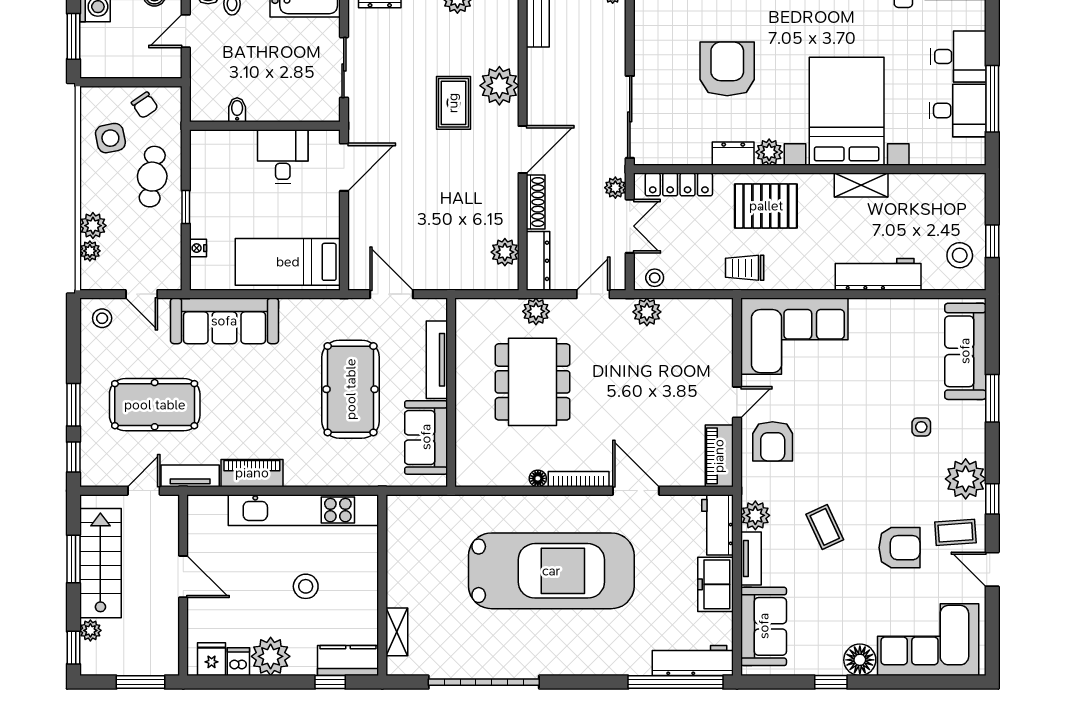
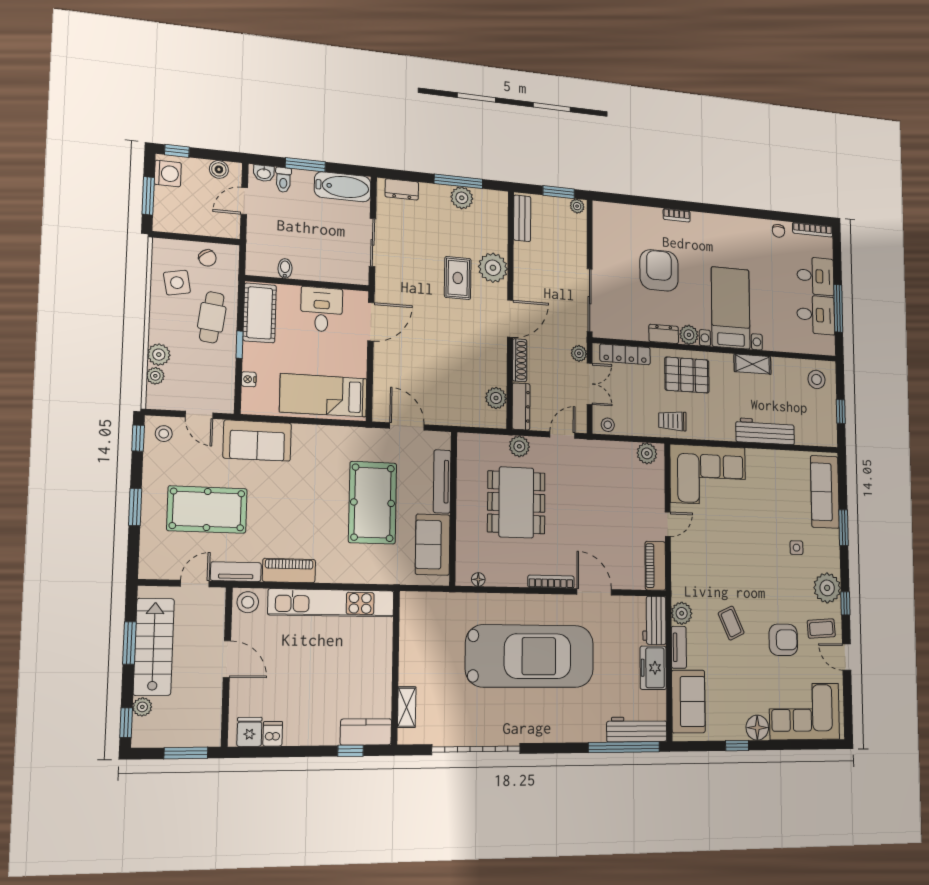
bed with nightstands: (847, 111) -> (731, 308), width x0.73
cot: (208, 167) -> (260, 313), added
stool: (960, 255) -> (817, 379), moved
plant: (647, 312) -> (647, 453), moved
sofa: (224, 321) -> (257, 441), width x0.73
armchair: (773, 441) -> (694, 555), removed
window: (73, 457) -> (138, 438), moved
floor lamp: (538, 478) -> (478, 579), moved
stool: (306, 586) -> (248, 602), moved
plant: (271, 656) -> (301, 729), removed

